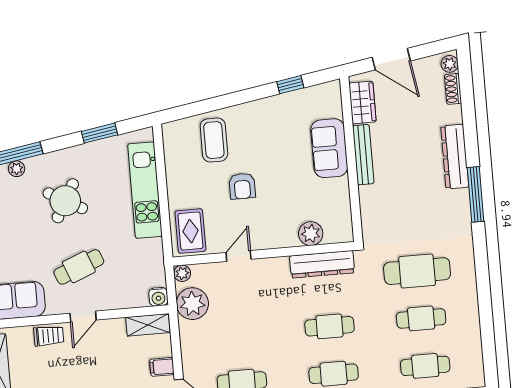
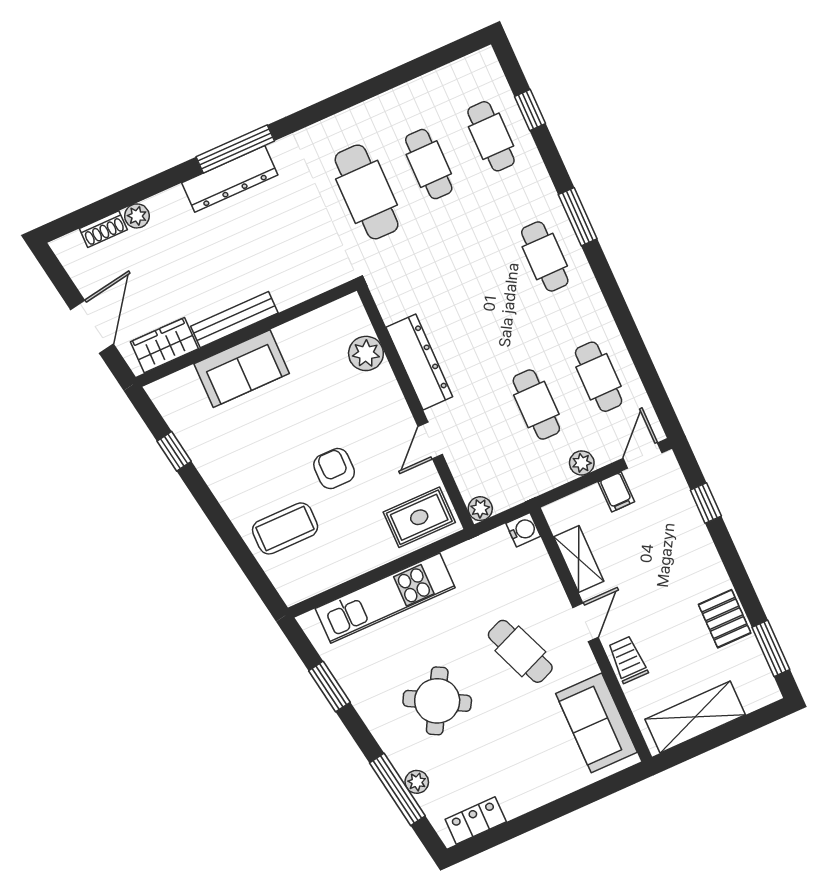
plant: (450, 64) -> (137, 216), moved
dresser: (455, 157) -> (230, 179), moved
armchair: (242, 186) -> (334, 469), turned -90
door: (239, 256) -> (430, 441), hinge flipped
dresser: (322, 264) -> (419, 362), moved
plant: (192, 304) -> (582, 463), moved, width x0.53, depth x0.53
door: (83, 317) -> (585, 622), hinge flipped
shelving: (148, 325) -> (579, 559), moved
cafe table: (330, 326) -> (536, 405), moved

